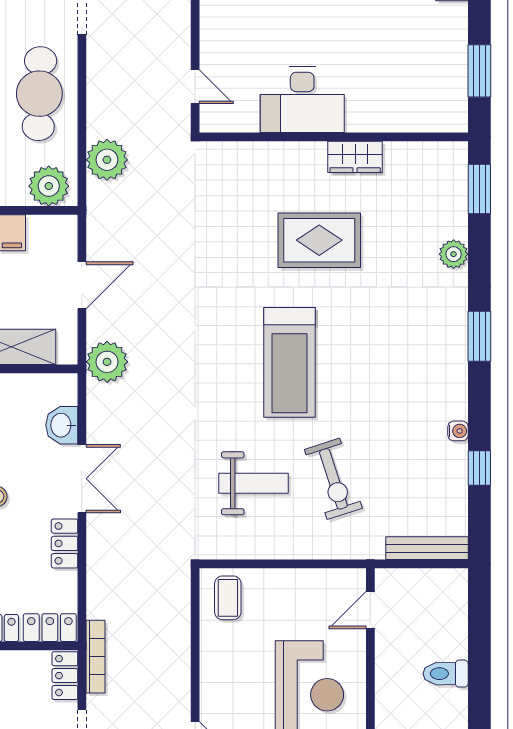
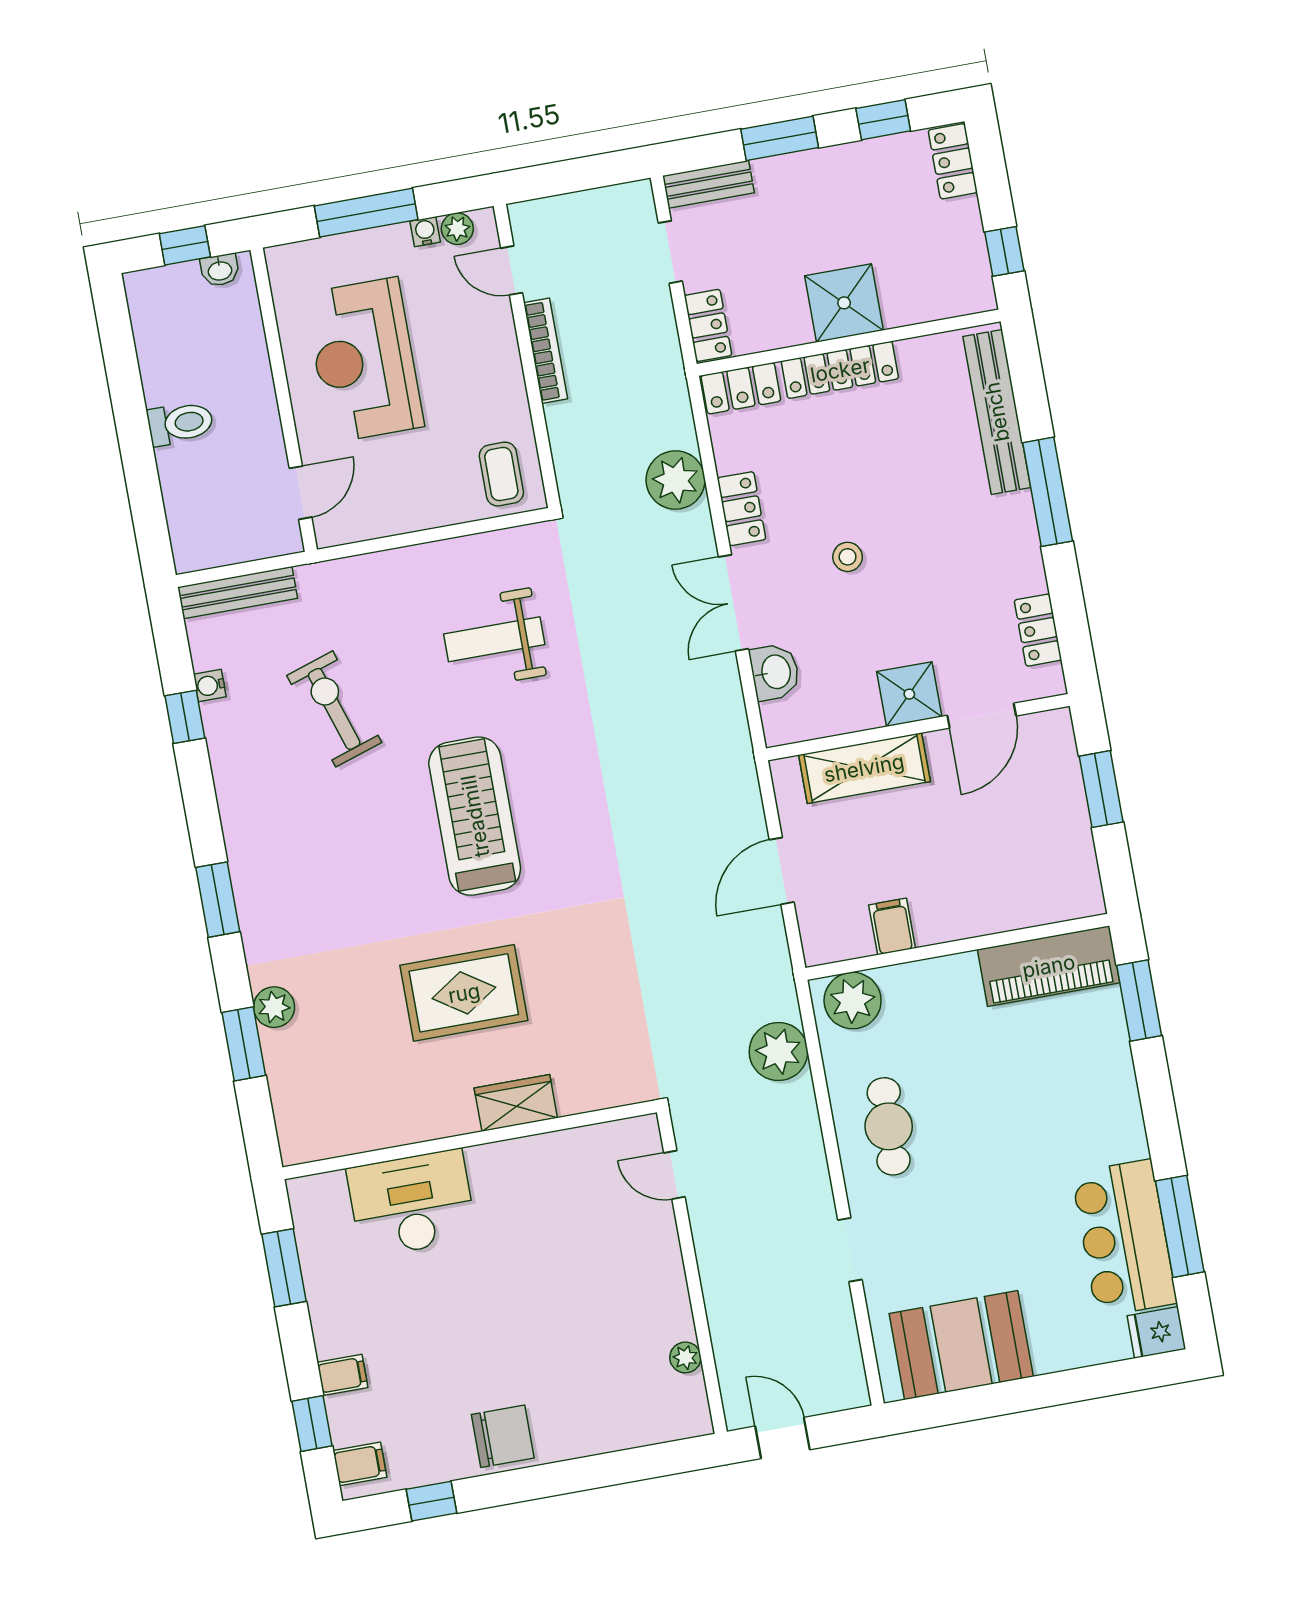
cafe table: (39, 94) -> (889, 1126), width x0.73, depth x0.74
desk: (302, 100) -> (412, 1203), moved
wardrobe: (355, 157) -> (516, 1103), moved
window: (479, 189) -> (244, 1044), moved
plant: (107, 362) -> (675, 480), moved
water cooler: (458, 431) -> (210, 685), moved
exercise bike: (333, 479) -> (334, 709), moved
bookcase: (96, 657) -> (546, 351), moved, turned 180

